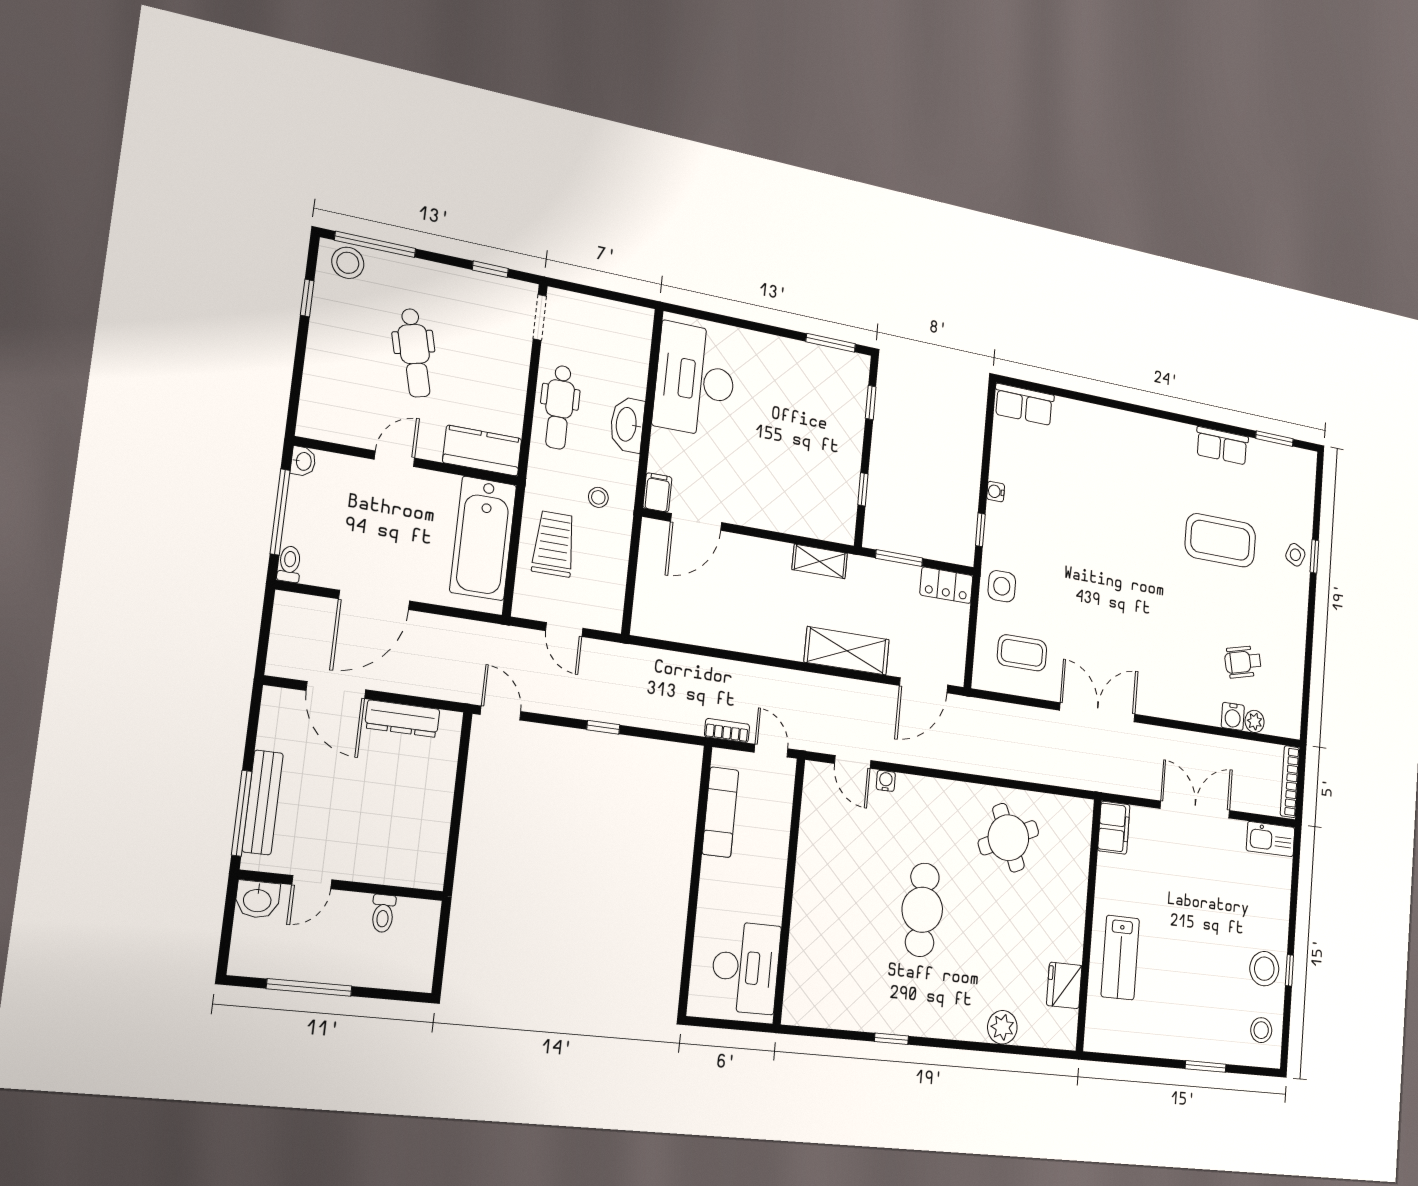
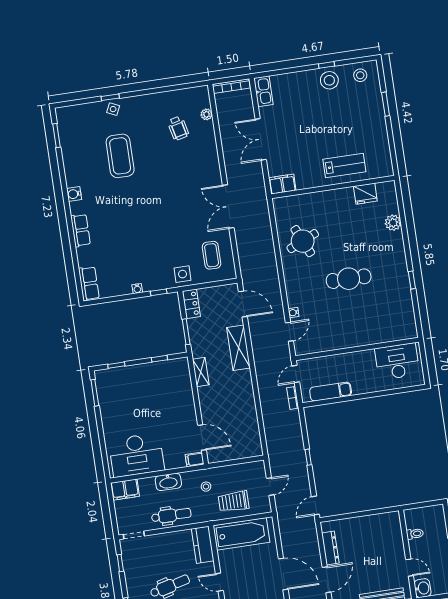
filing cabinet: (634, 333) -> (125, 490), added
row of seats: (1222, 446) -> (80, 230), moved
water cooler: (1233, 716) -> (74, 194), moved, turned 180

